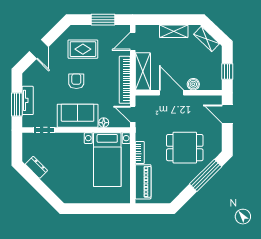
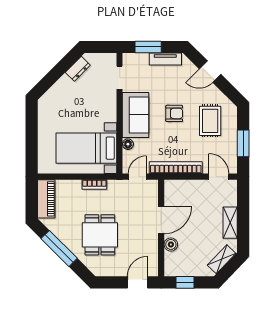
shelving: (143, 71) -> (185, 188), removed
tv unit: (28, 100) -> (165, 59), moved
window: (206, 175) -> (59, 248), moved
piano: (143, 182) -> (46, 199), moved, turned -90

